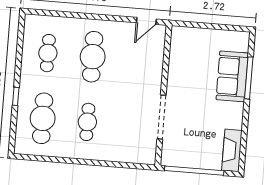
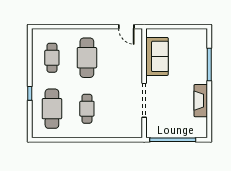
door: (146, 21) -> (126, 27), hinge flipped
sofa: (232, 76) -> (157, 56), moved, turned 180
fireplace: (232, 150) -> (201, 101), moved

